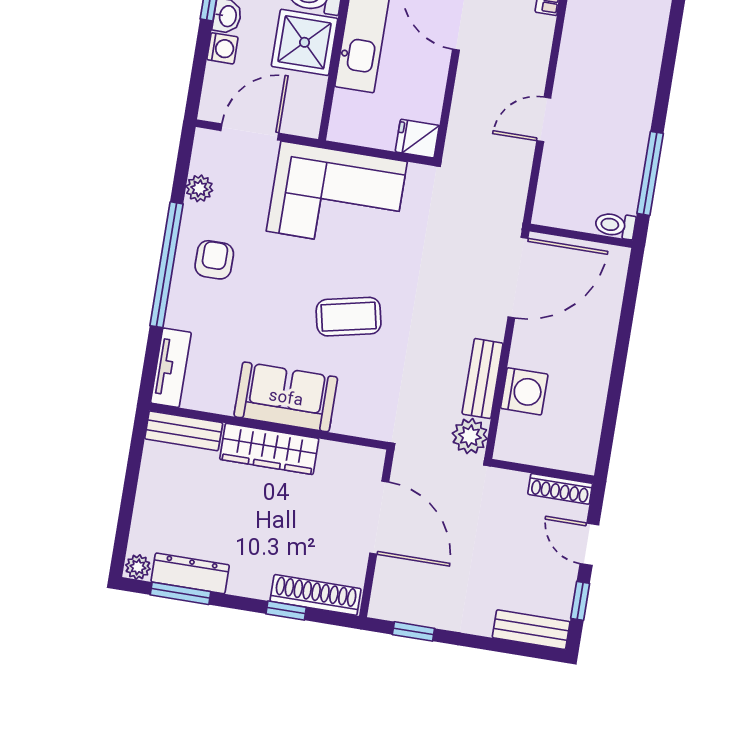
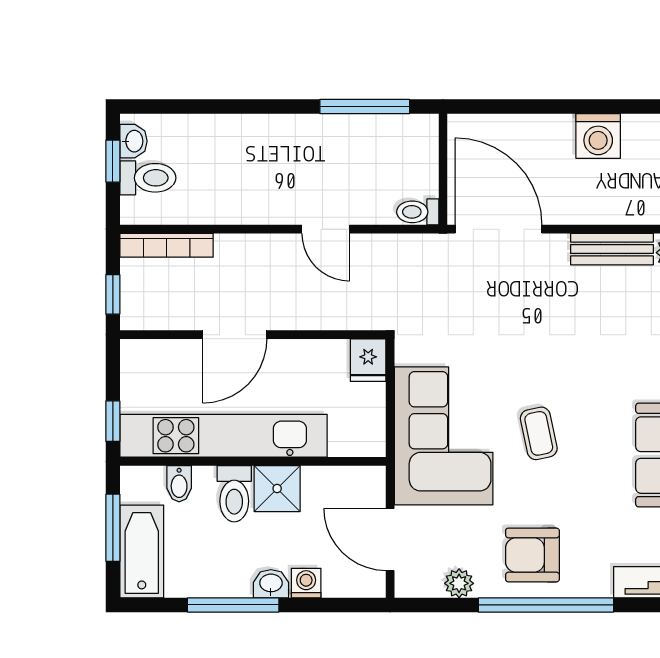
shower: (305, 42) -> (277, 489), width x0.73, depth x0.73
toilet: (615, 225) -> (418, 212), moved, turned 90
armchair: (214, 260) -> (532, 555), width x1.38, depth x1.38
coffee table: (349, 317) -> (539, 433), moved, width x0.73, depth x0.77
washing machine: (524, 391) -> (598, 136), moved, turned 180

